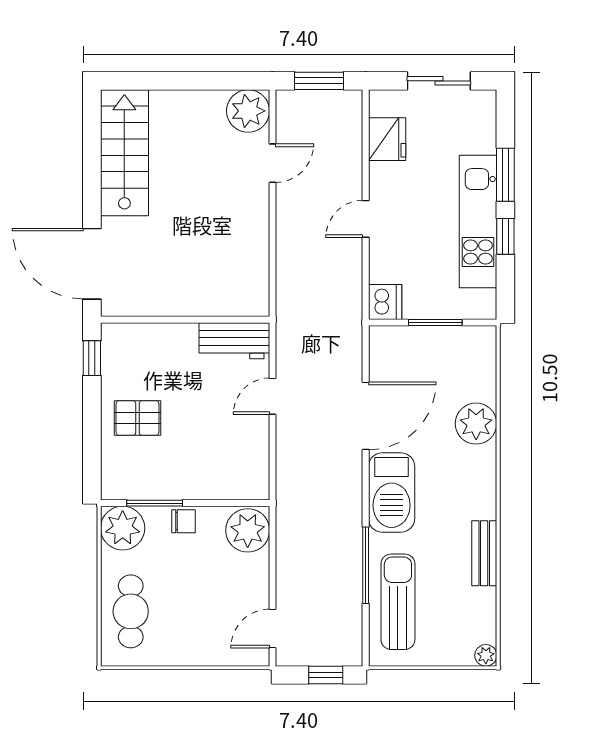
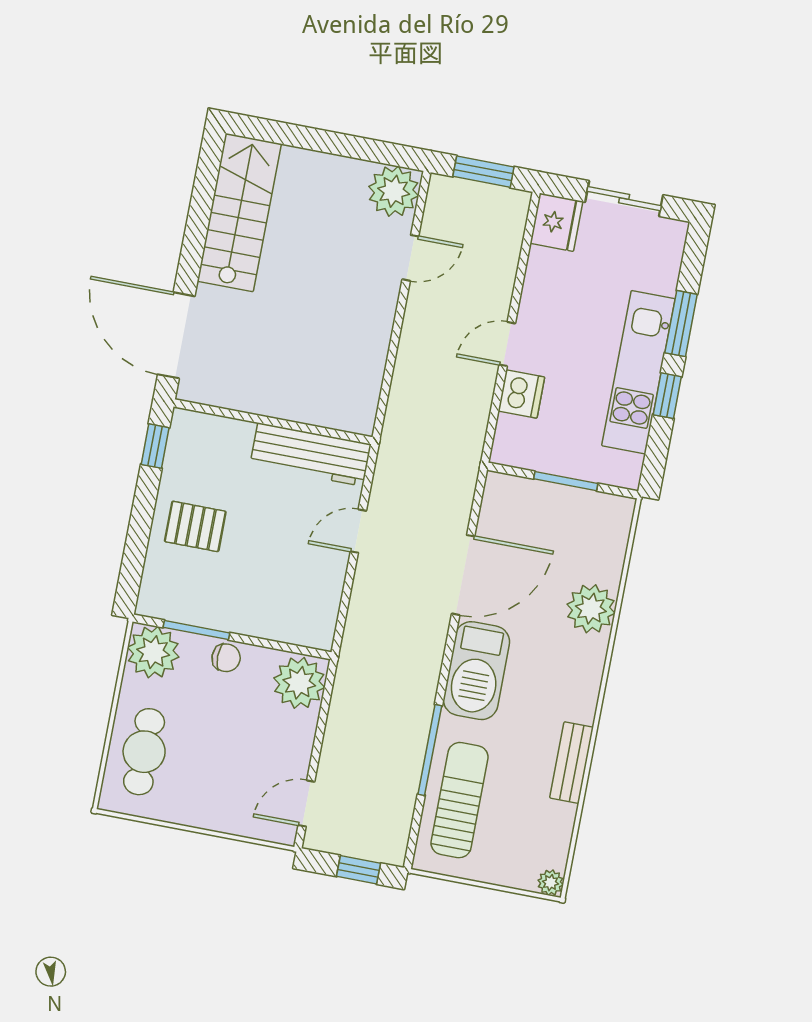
fridge: (387, 139) -> (556, 222), moved
dishwasher: (385, 302) -> (521, 394), moved
workbench: (234, 341) -> (311, 455), width x1.37

